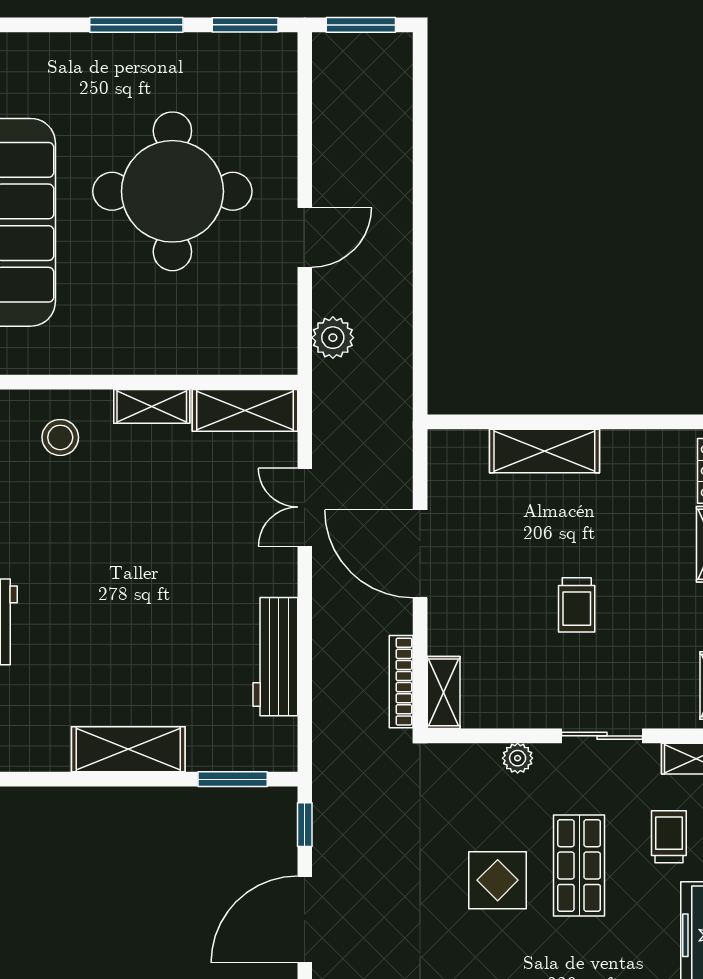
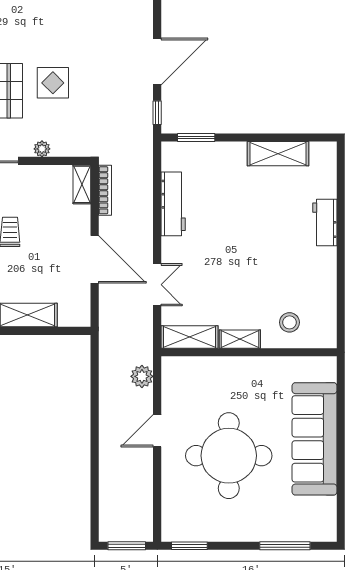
window: (136, 25) -> (285, 546), moved
shelving: (128, 749) -> (278, 154), moved

